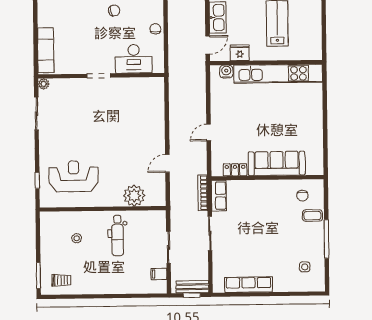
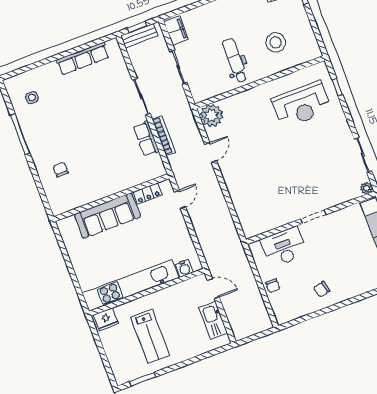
door: (208, 45) -> (213, 289), swing flipped
fridge: (240, 53) -> (106, 319), moved
sofa: (277, 163) -> (107, 216), moved
locker: (235, 170) -> (148, 194), moved
wall: (267, 178) -> (112, 198), moved
plant: (134, 196) -> (211, 115), moved
coffee table: (312, 216) -> (43, 153), removed
stool: (77, 238) -> (276, 42), width x1.89, depth x1.89
filing cabinet: (159, 274) -> (176, 31), width x2.00

